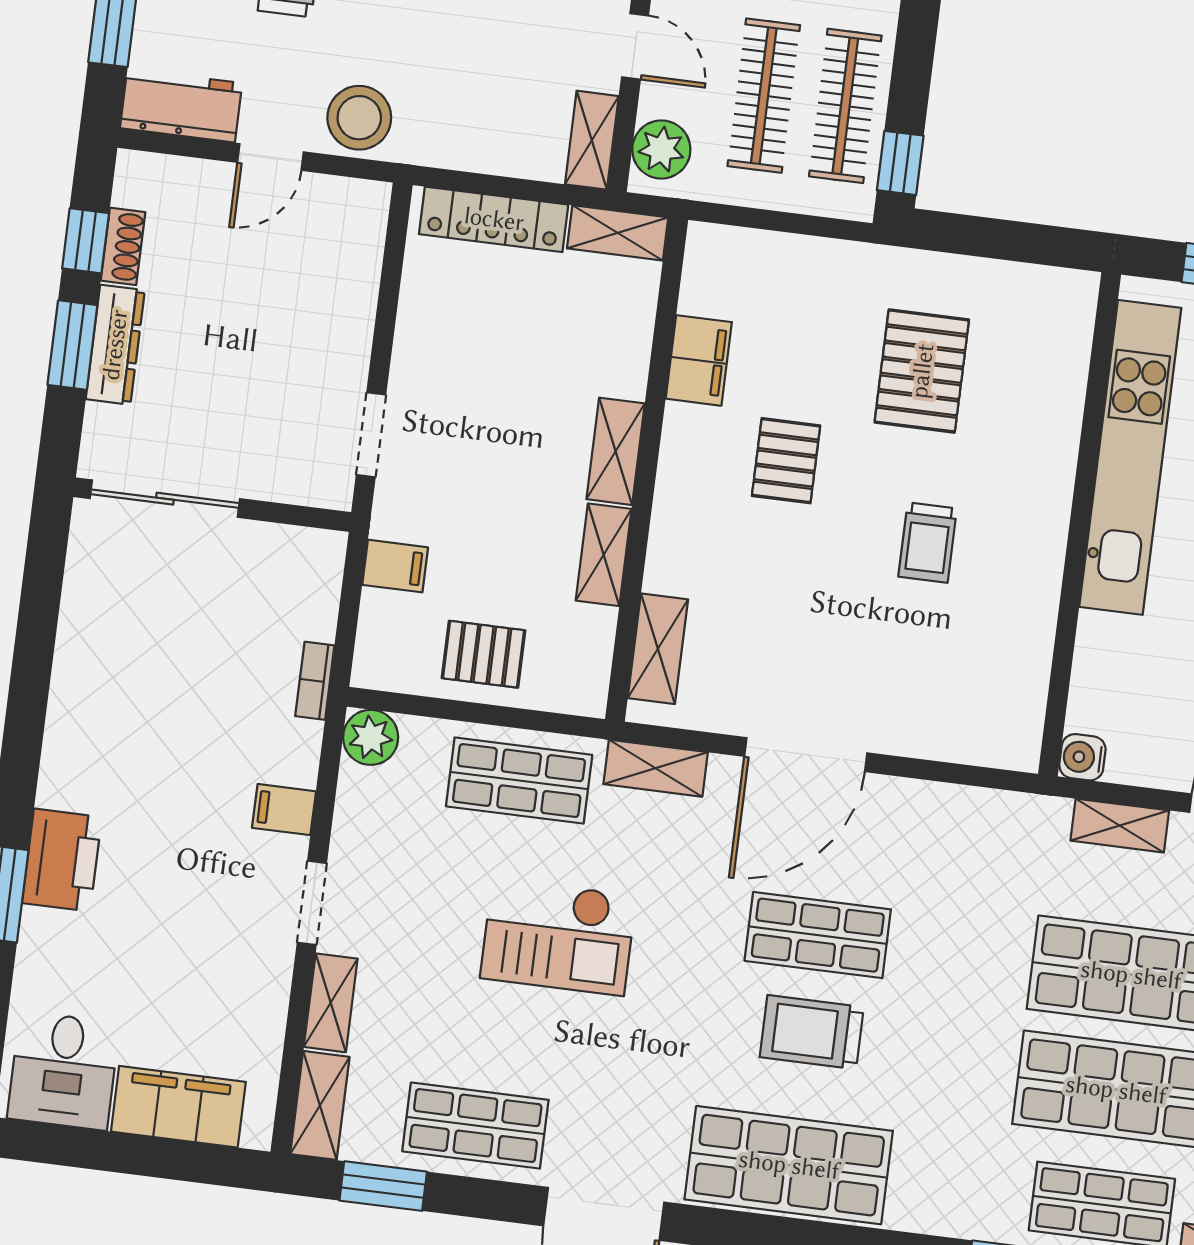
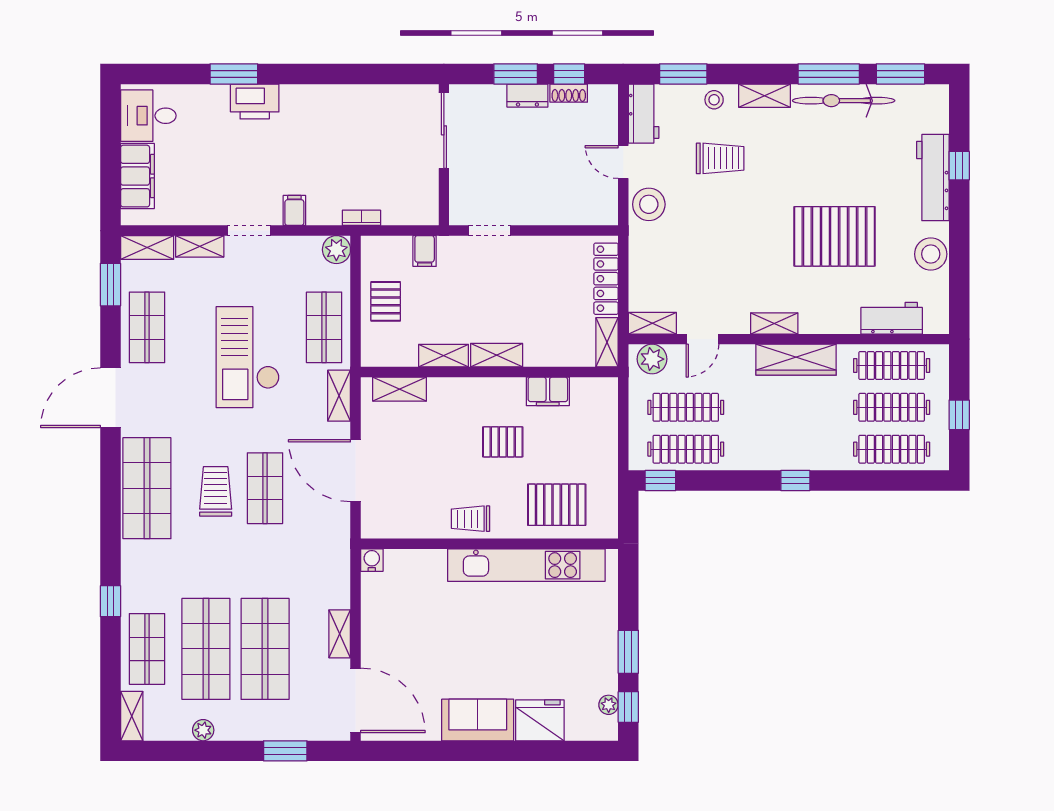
dresser: (115, 345) -> (527, 96), width x0.70
kitchen unit: (1130, 457) -> (526, 565), moved
wall: (1080, 524) -> (489, 544), moved
water cooler: (1082, 757) -> (372, 560), moved
checkout: (558, 936) -> (248, 357), width x1.36, depth x1.21

